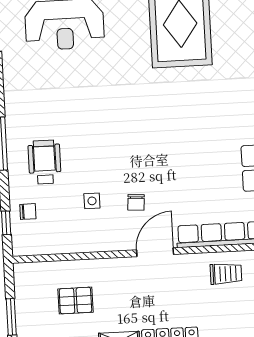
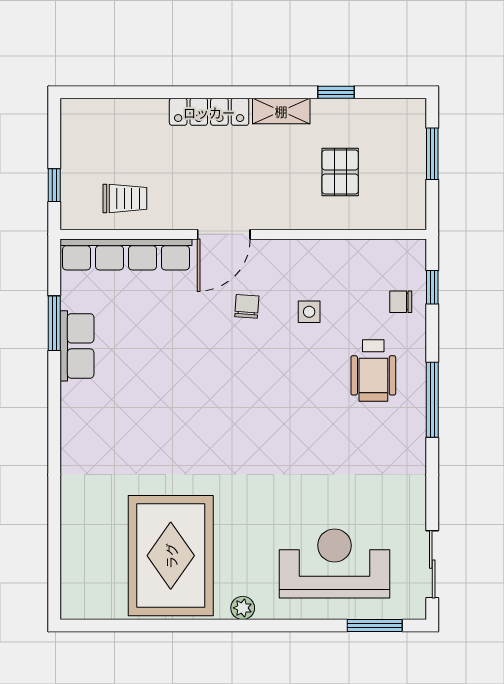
trolley: (226, 274) -> (125, 198), turned 180
pallet: (75, 301) -> (340, 172), turned 90

